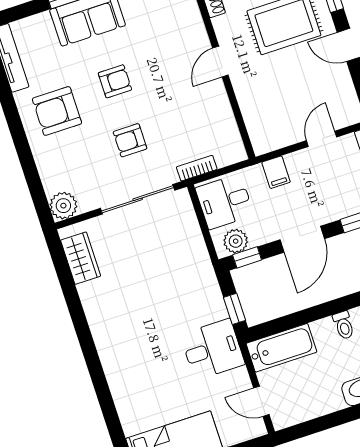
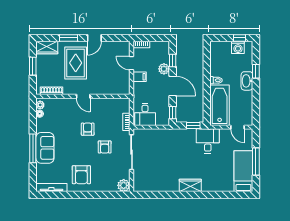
armchair: (115, 81) -> (88, 129), moved
filing cabinet: (276, 172) -> (140, 77), moved
plant: (236, 241) -> (164, 69), moved
wardrobe: (81, 258) -> (190, 185), moved
bathtub: (281, 348) -> (220, 105), width x1.36, depth x1.36
door: (261, 401) -> (238, 127), hinge flipped

